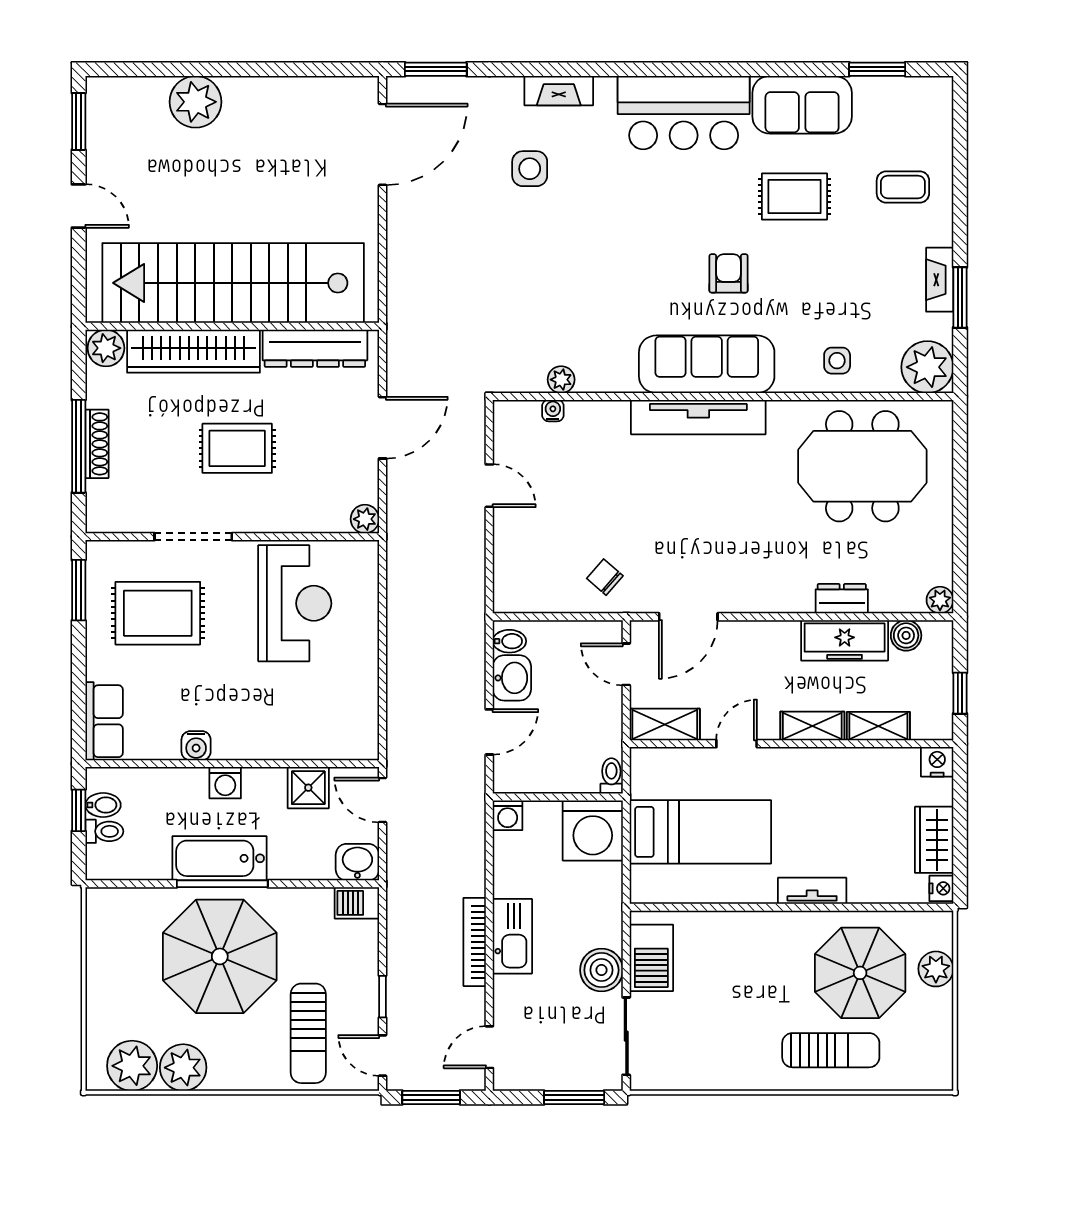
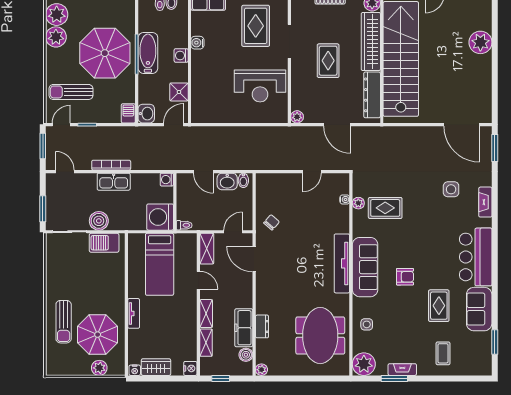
rug: (572, 318) -> (385, 208), added

